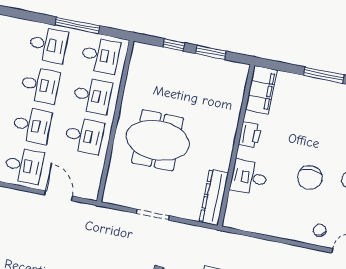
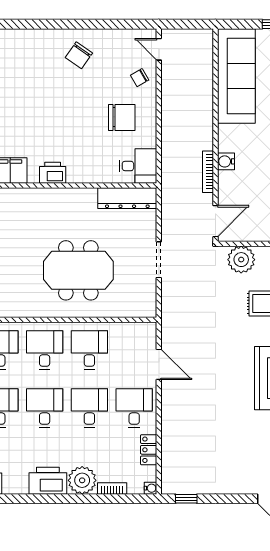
meeting table: (158, 140) -> (78, 270), turned 90
desk: (249, 177) -> (138, 166), moved, turned -90
chair: (310, 178) -> (122, 117), moved
door: (59, 196) -> (159, 364), swing flipped

